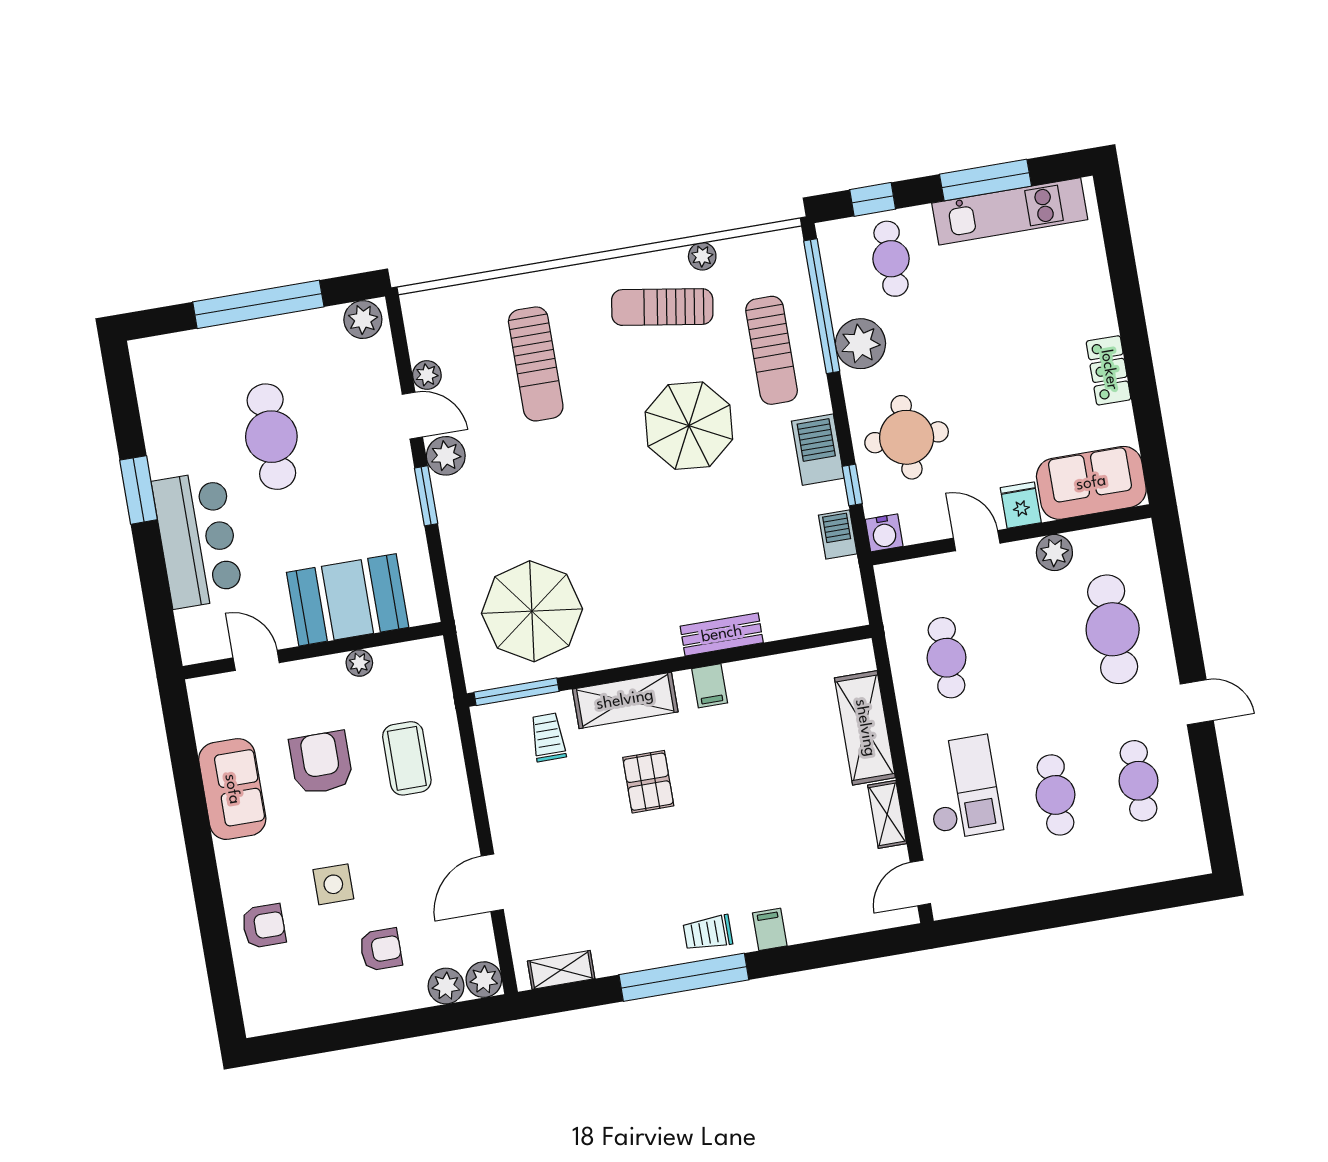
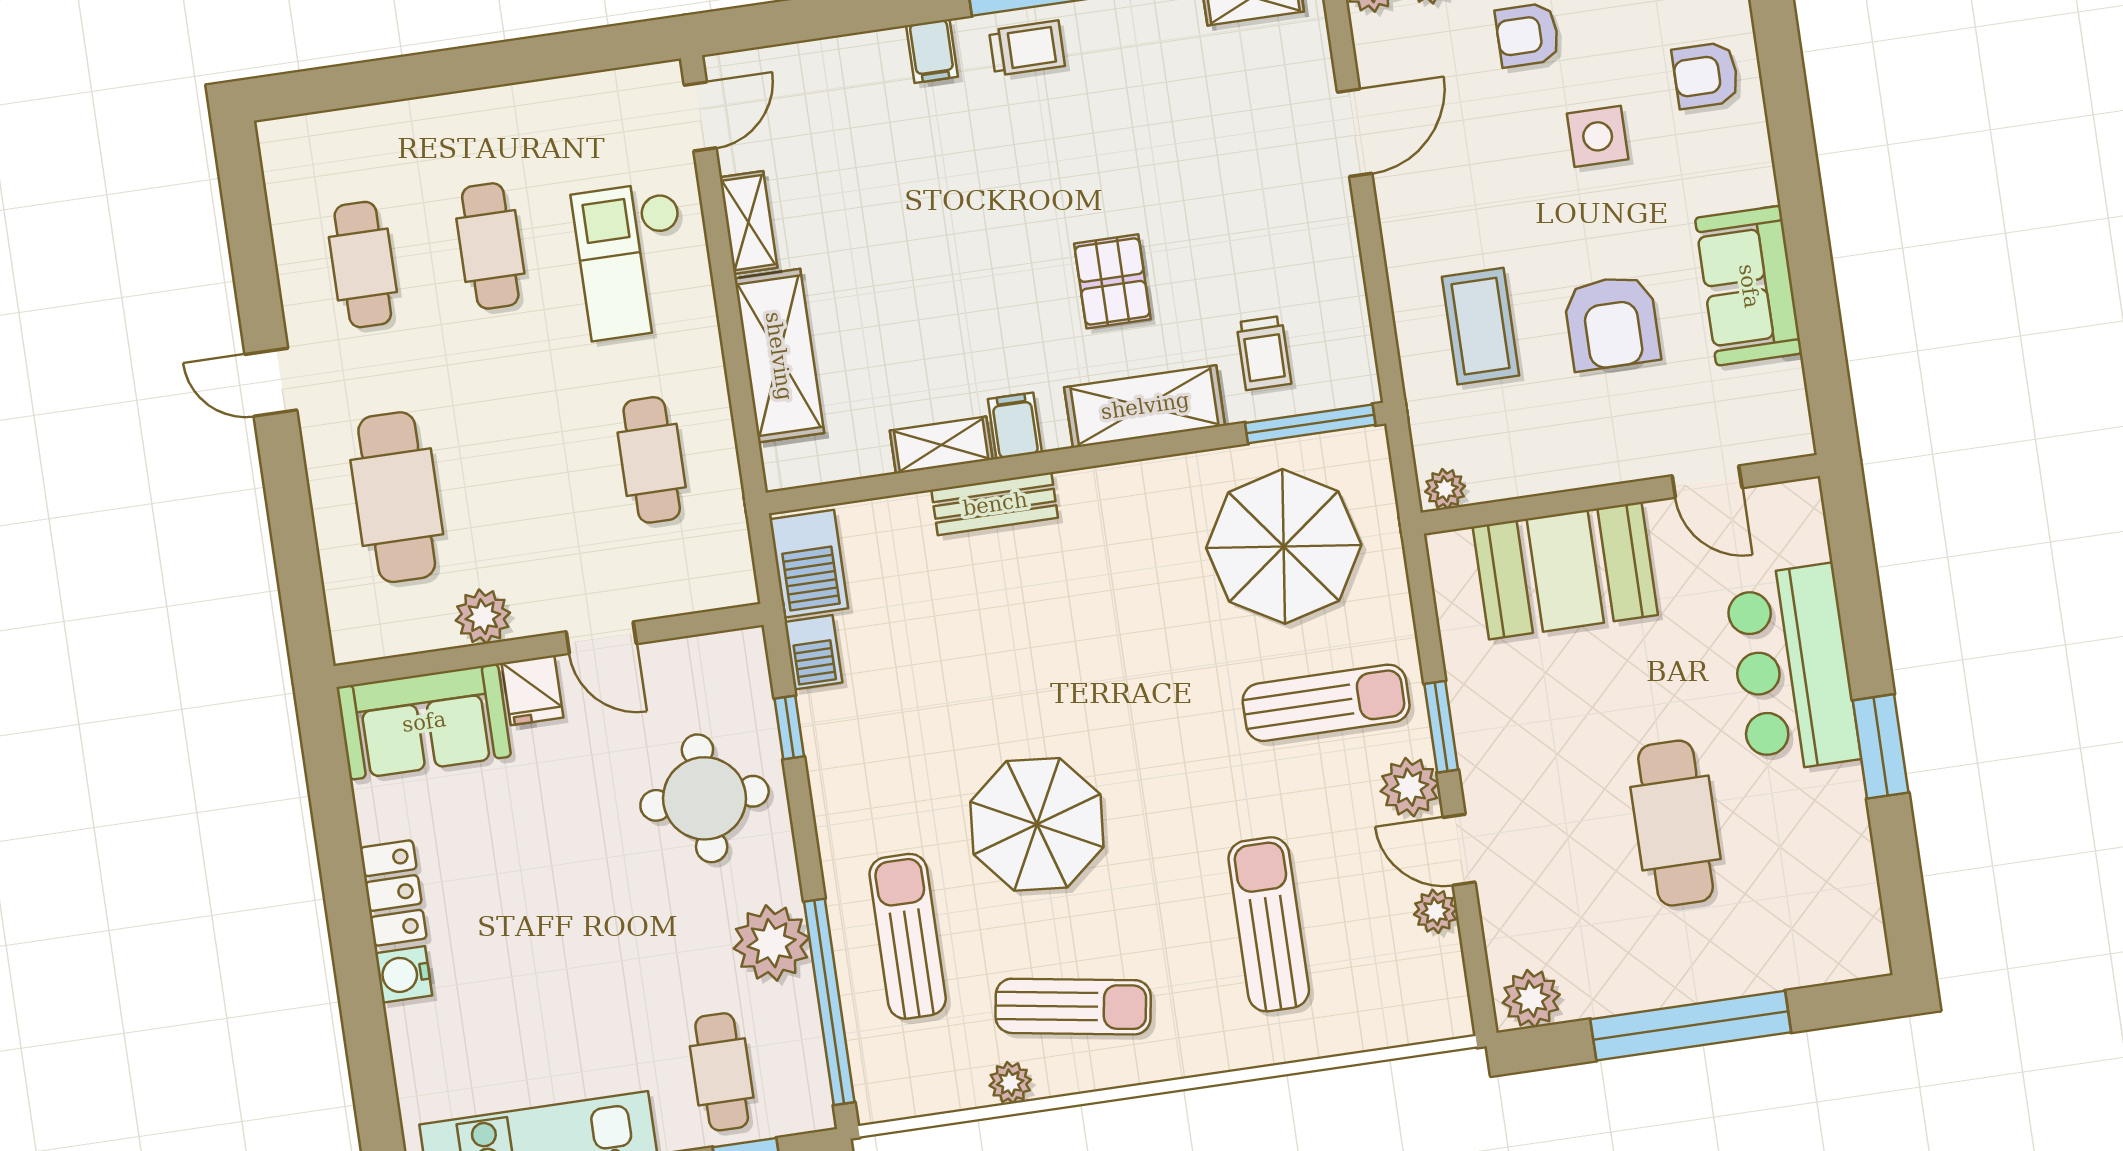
barbecue: (818, 450) -> (809, 564), moved
sun lounger: (502, 510) -> (1326, 703), added
water cooler: (884, 533) -> (404, 974), moved, turned -90
plant: (359, 663) -> (1445, 489), moved
shelving: (758, 672) -> (941, 445), added

